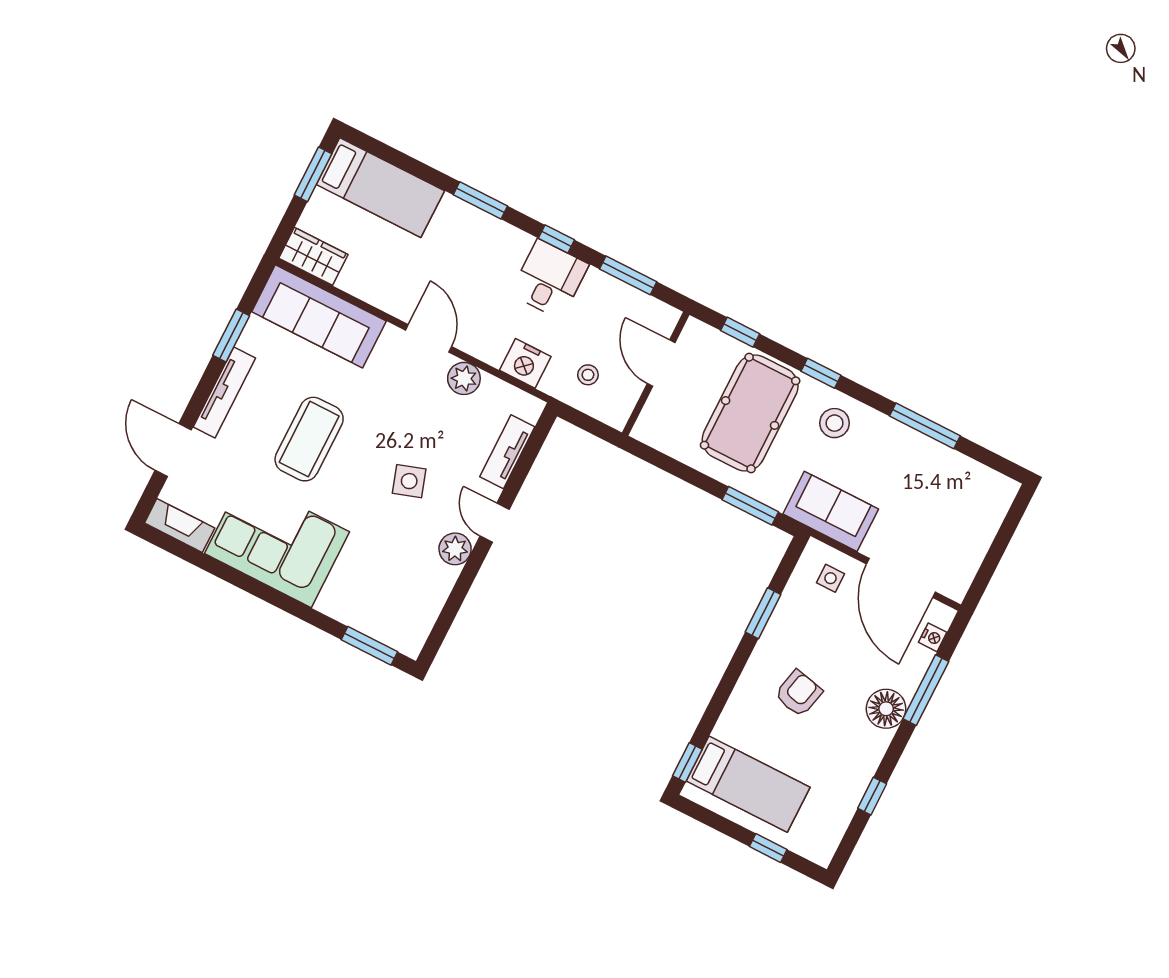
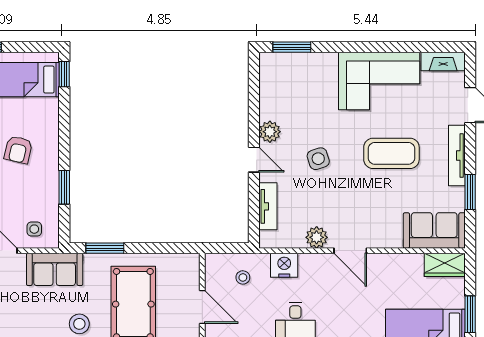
sofa: (319, 316) -> (434, 230), width x0.73
coffee table: (309, 439) -> (391, 153), turned 90

